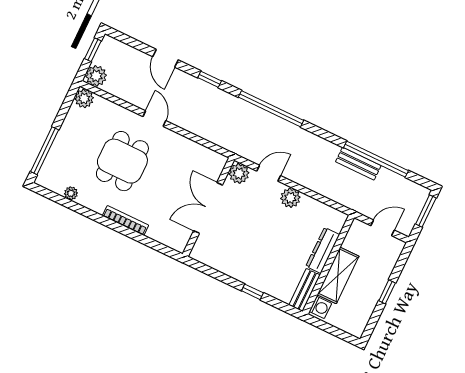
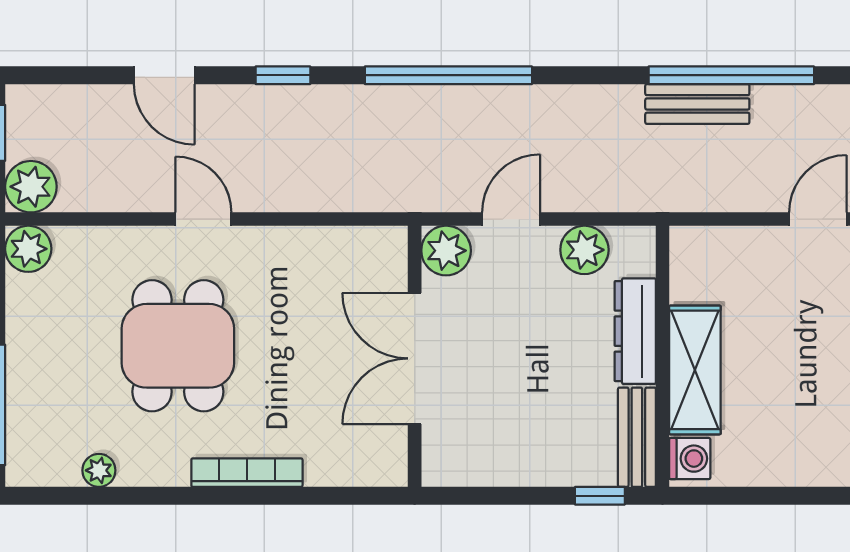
dresser: (323, 250) -> (635, 331), moved
wall: (328, 265) -> (663, 356), moved
shelving: (338, 275) -> (695, 370), moved
bench: (305, 290) -> (637, 437), moved
washing machine: (320, 307) -> (690, 459), moved

